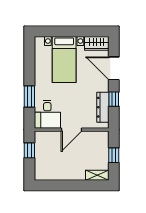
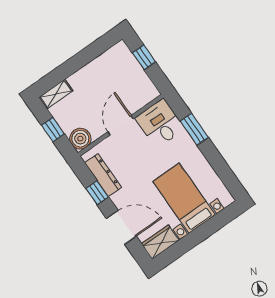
boiler: (101, 138) -> (80, 139), added
window: (29, 150) -> (144, 57), moved

